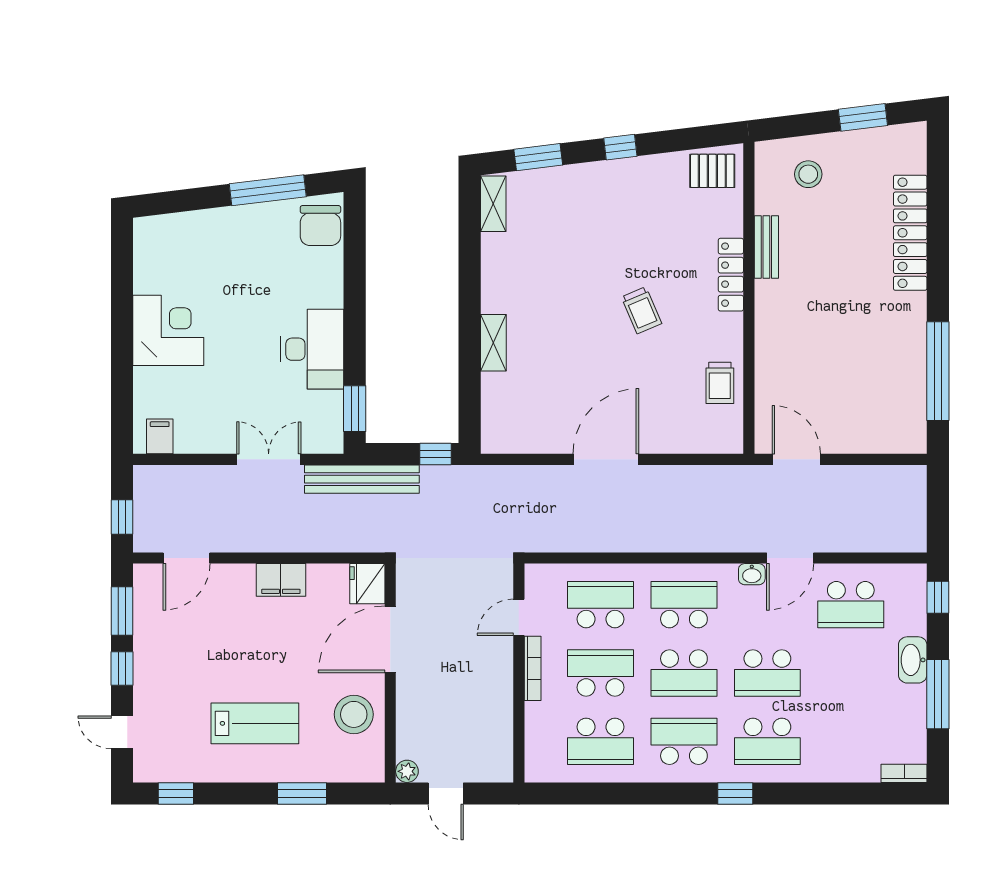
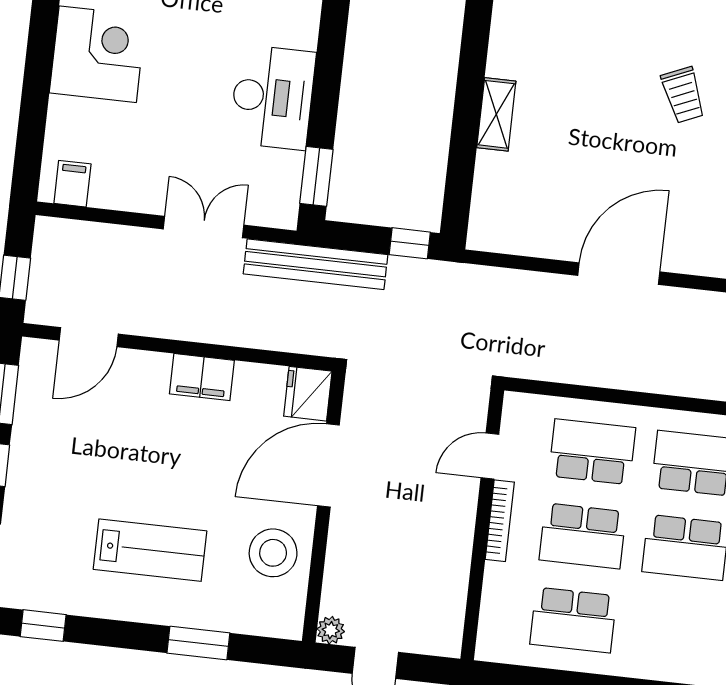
school desk: (601, 673) -> (583, 536), turned 180
school desk: (684, 741) -> (676, 632), removed

